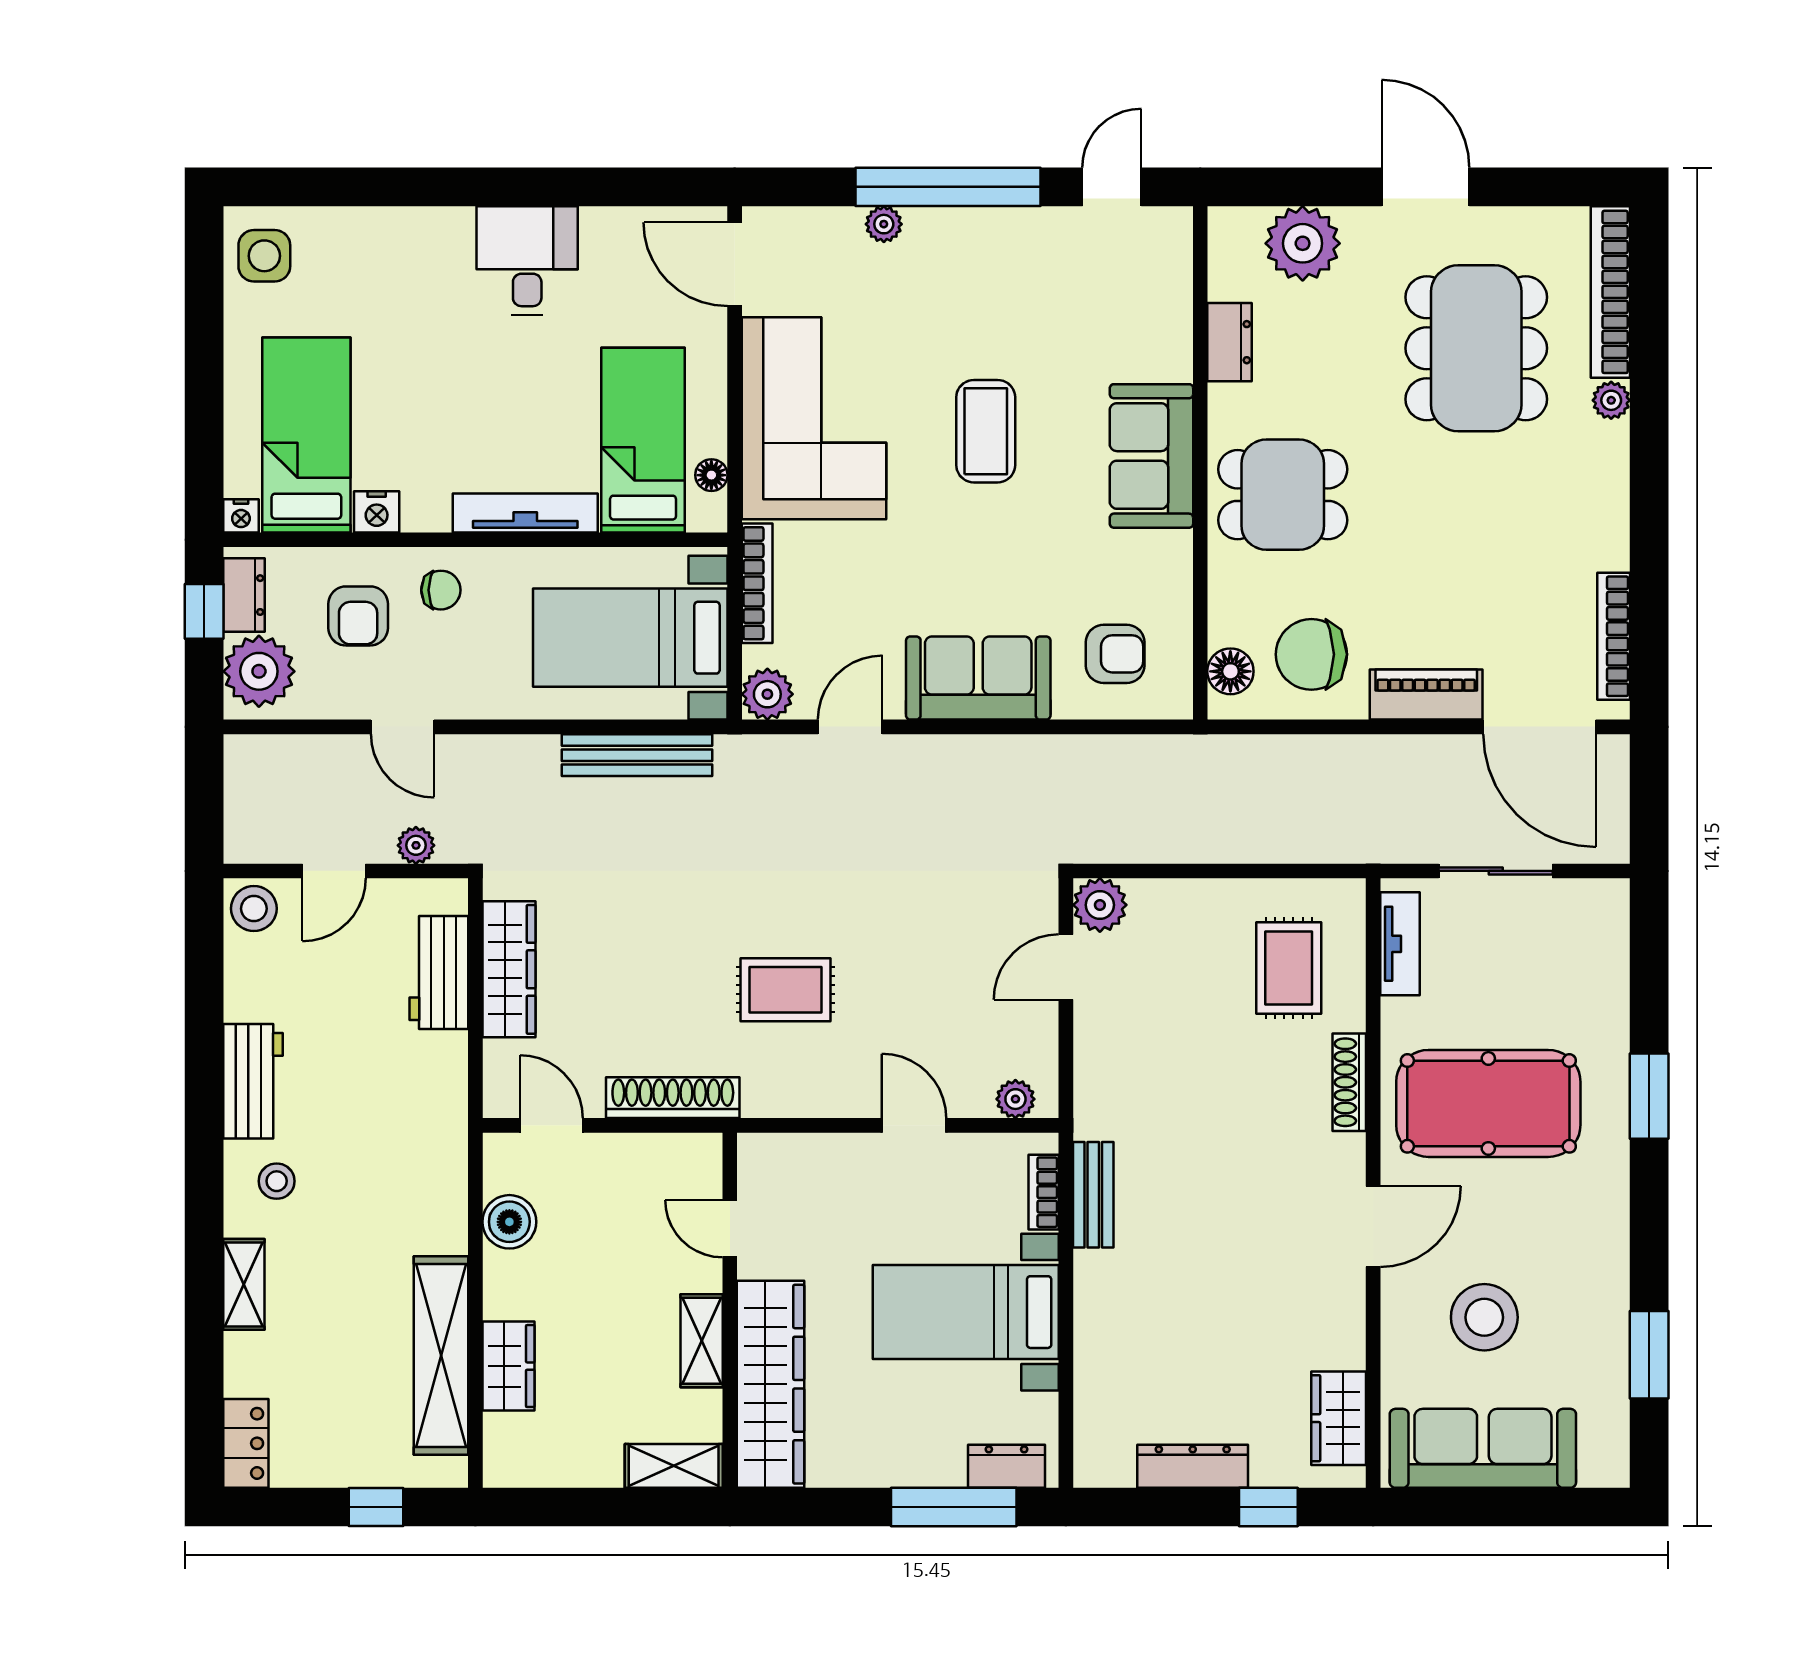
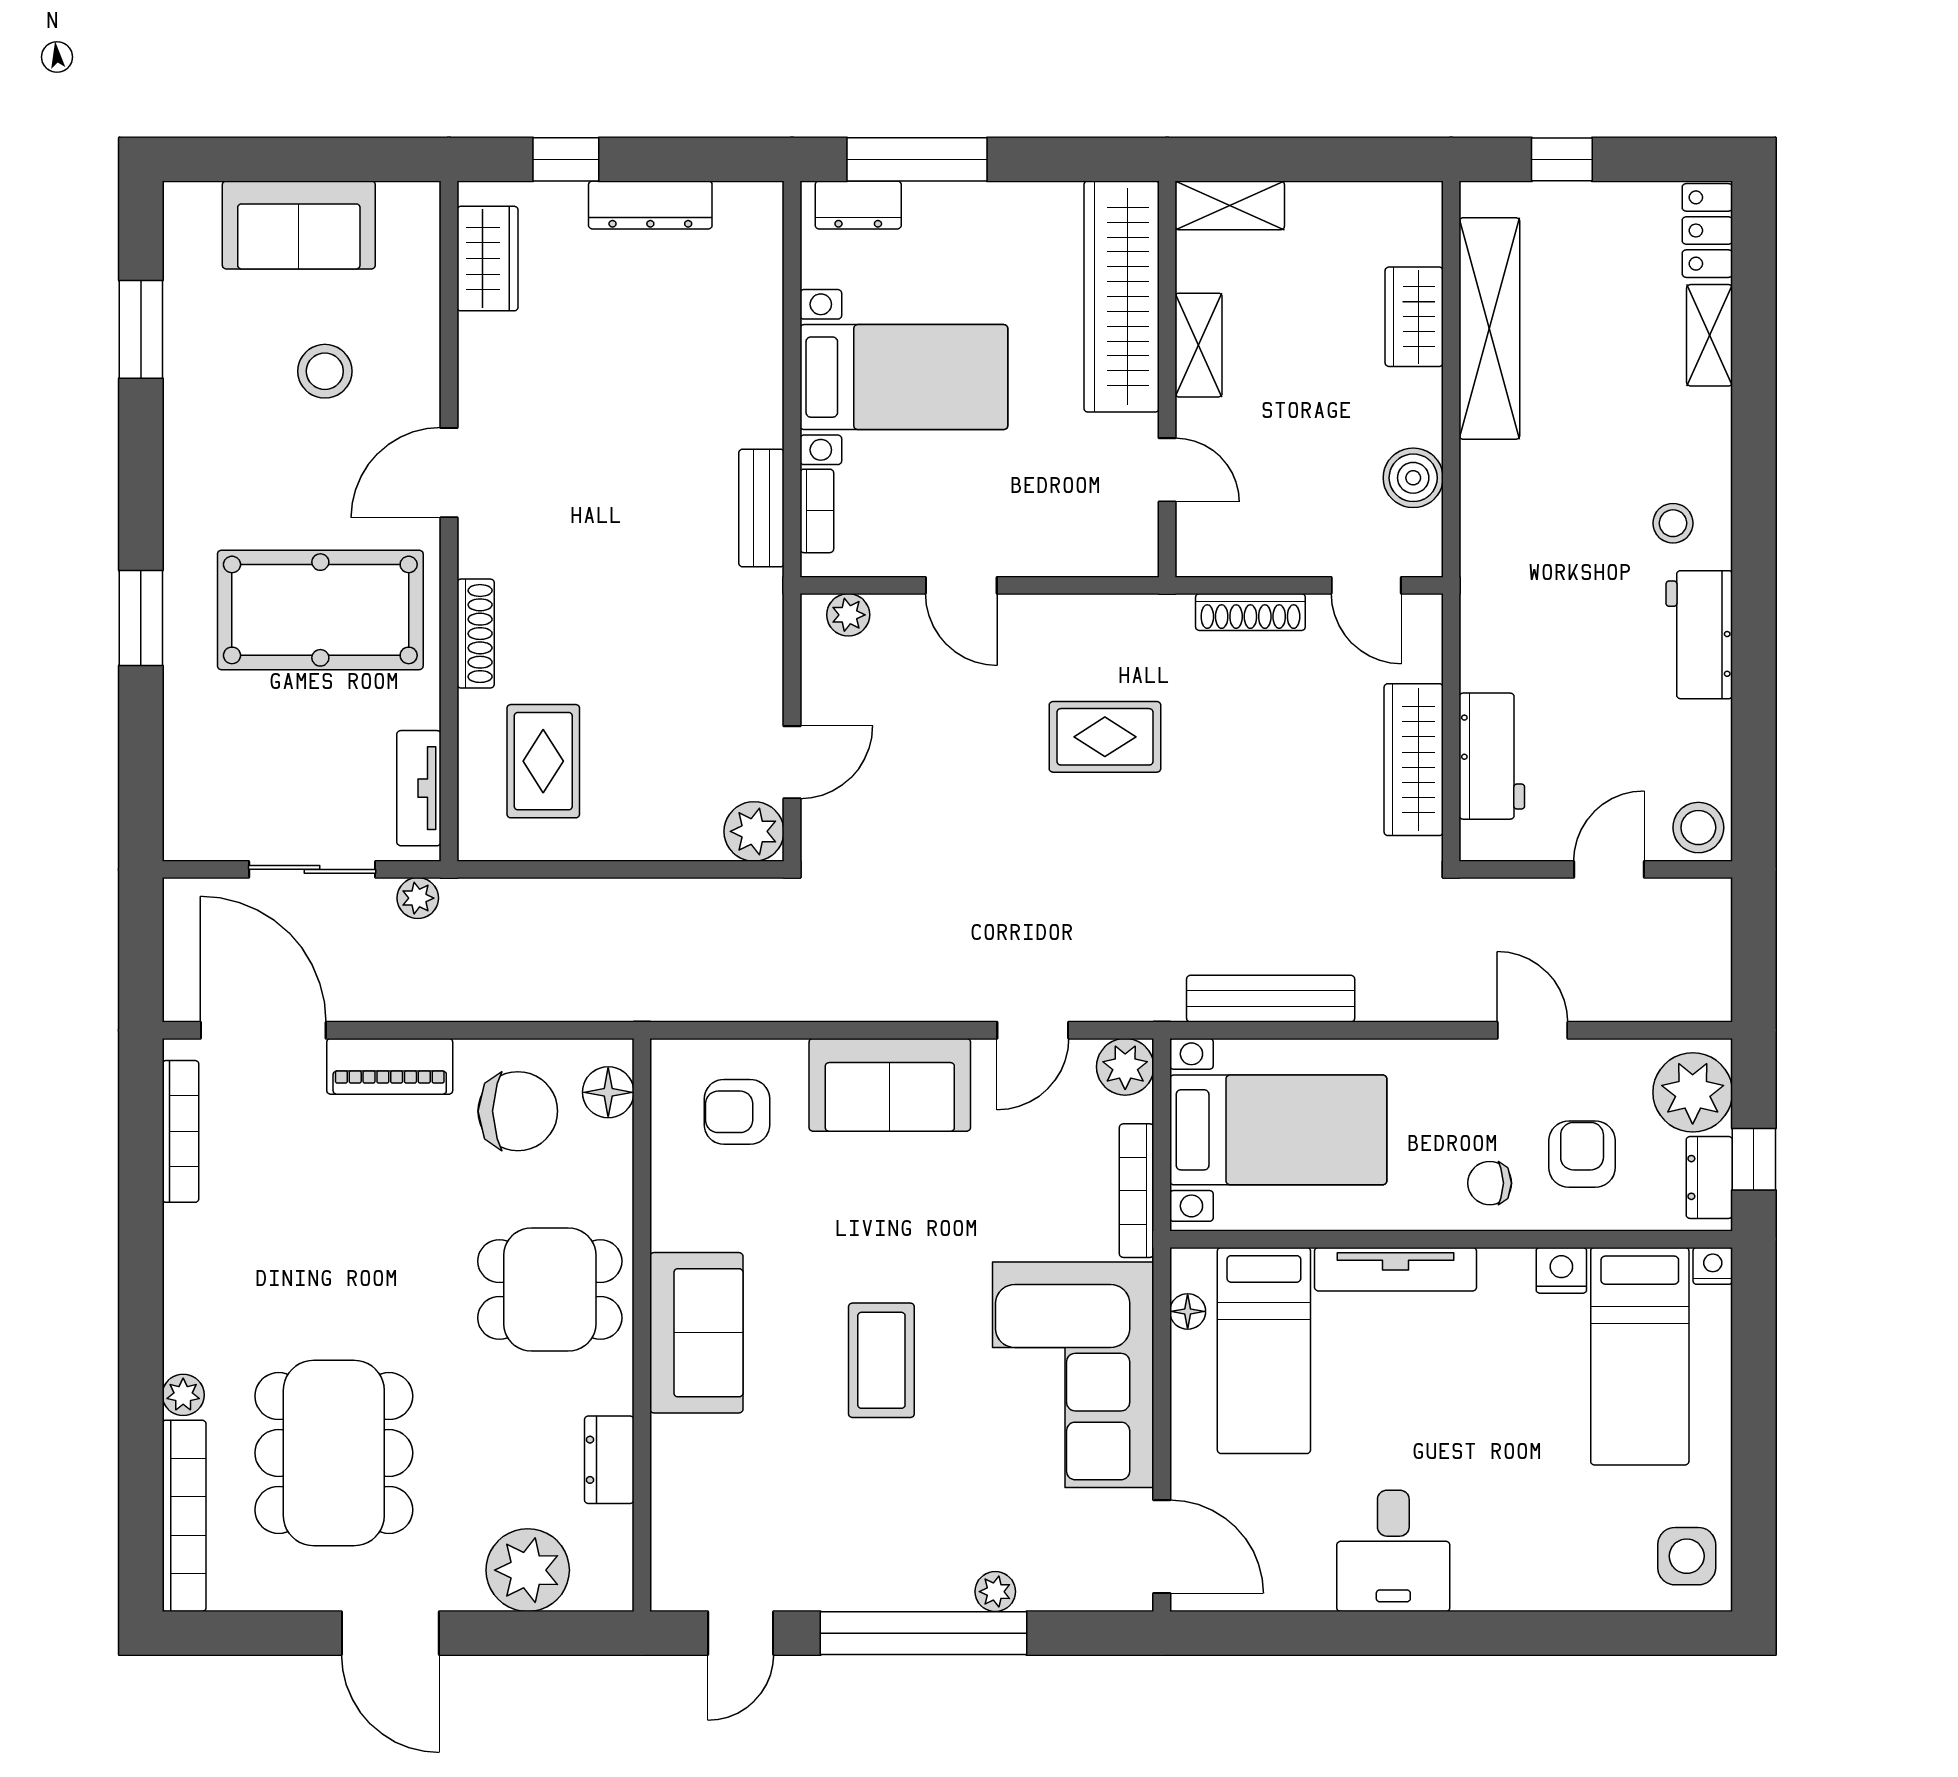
plant: (416, 845) -> (418, 898), moved
shoe rack: (673, 1098) -> (1250, 612), width x0.74, depth x0.81
shelving: (244, 1284) -> (1710, 335), moved
stool: (1484, 1317) -> (325, 371), width x0.73, depth x0.73
sofa: (1483, 1448) -> (299, 225), width x0.73

